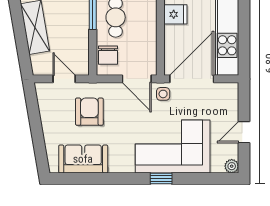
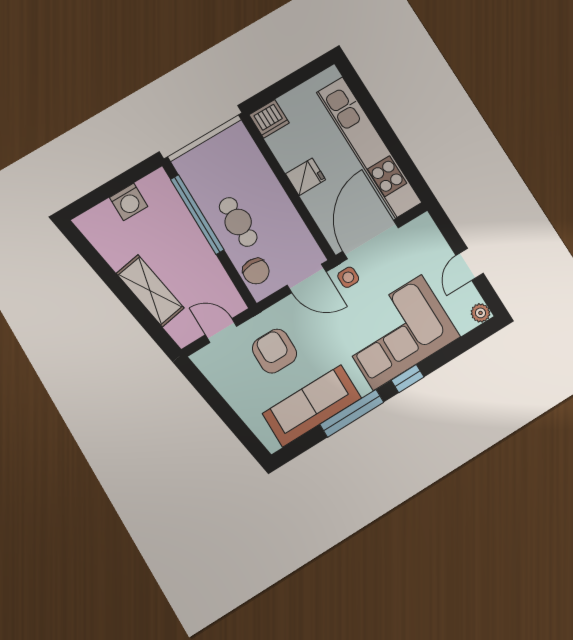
sofa: (83, 159) -> (312, 406), width x1.36
window: (114, 178) -> (352, 413), added

